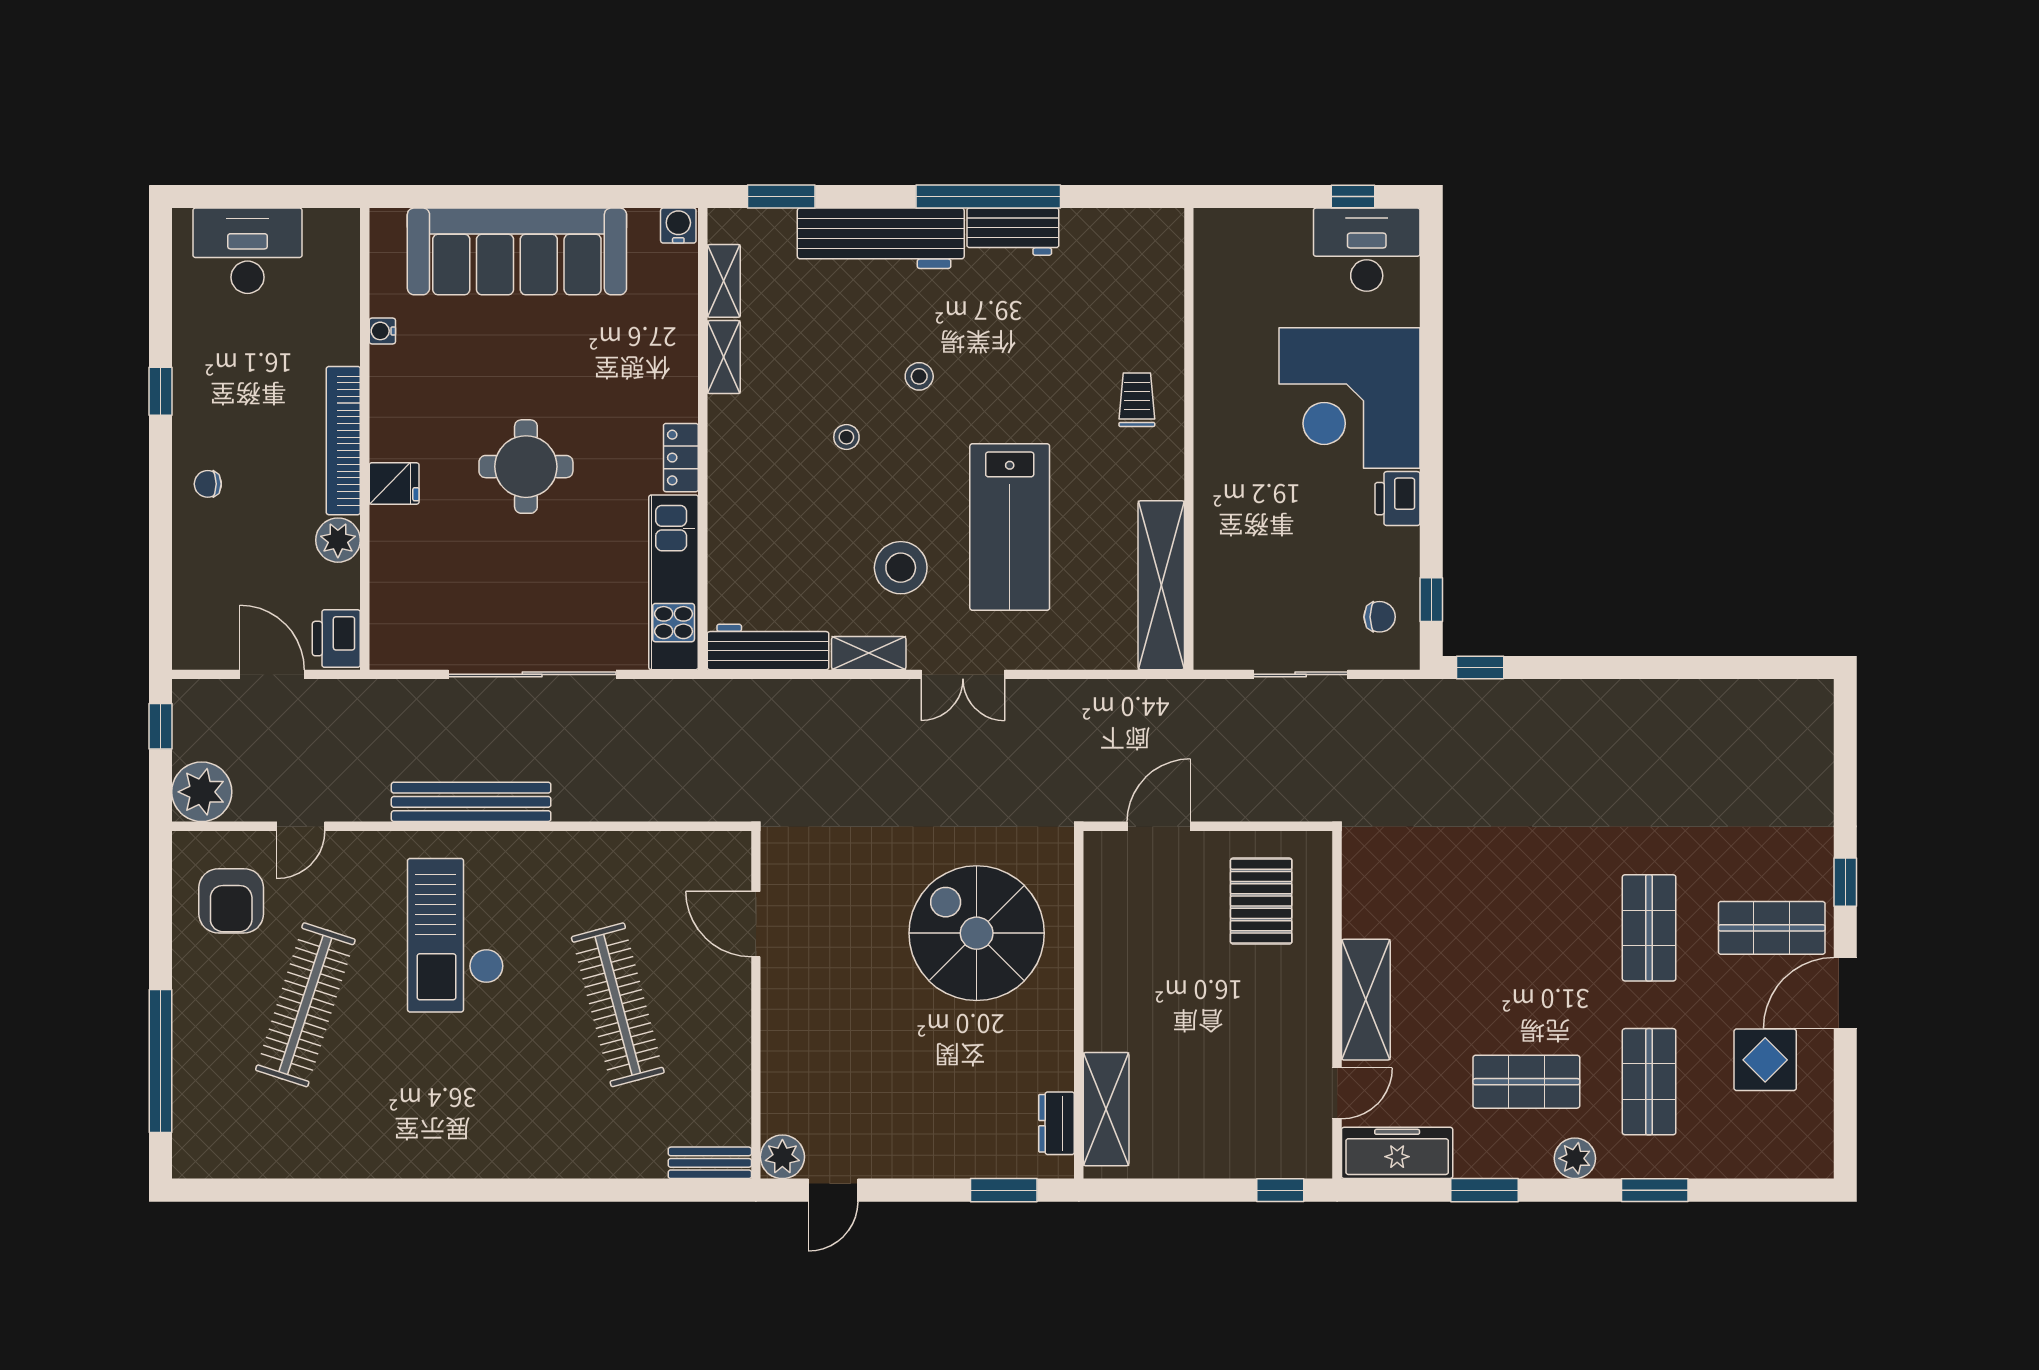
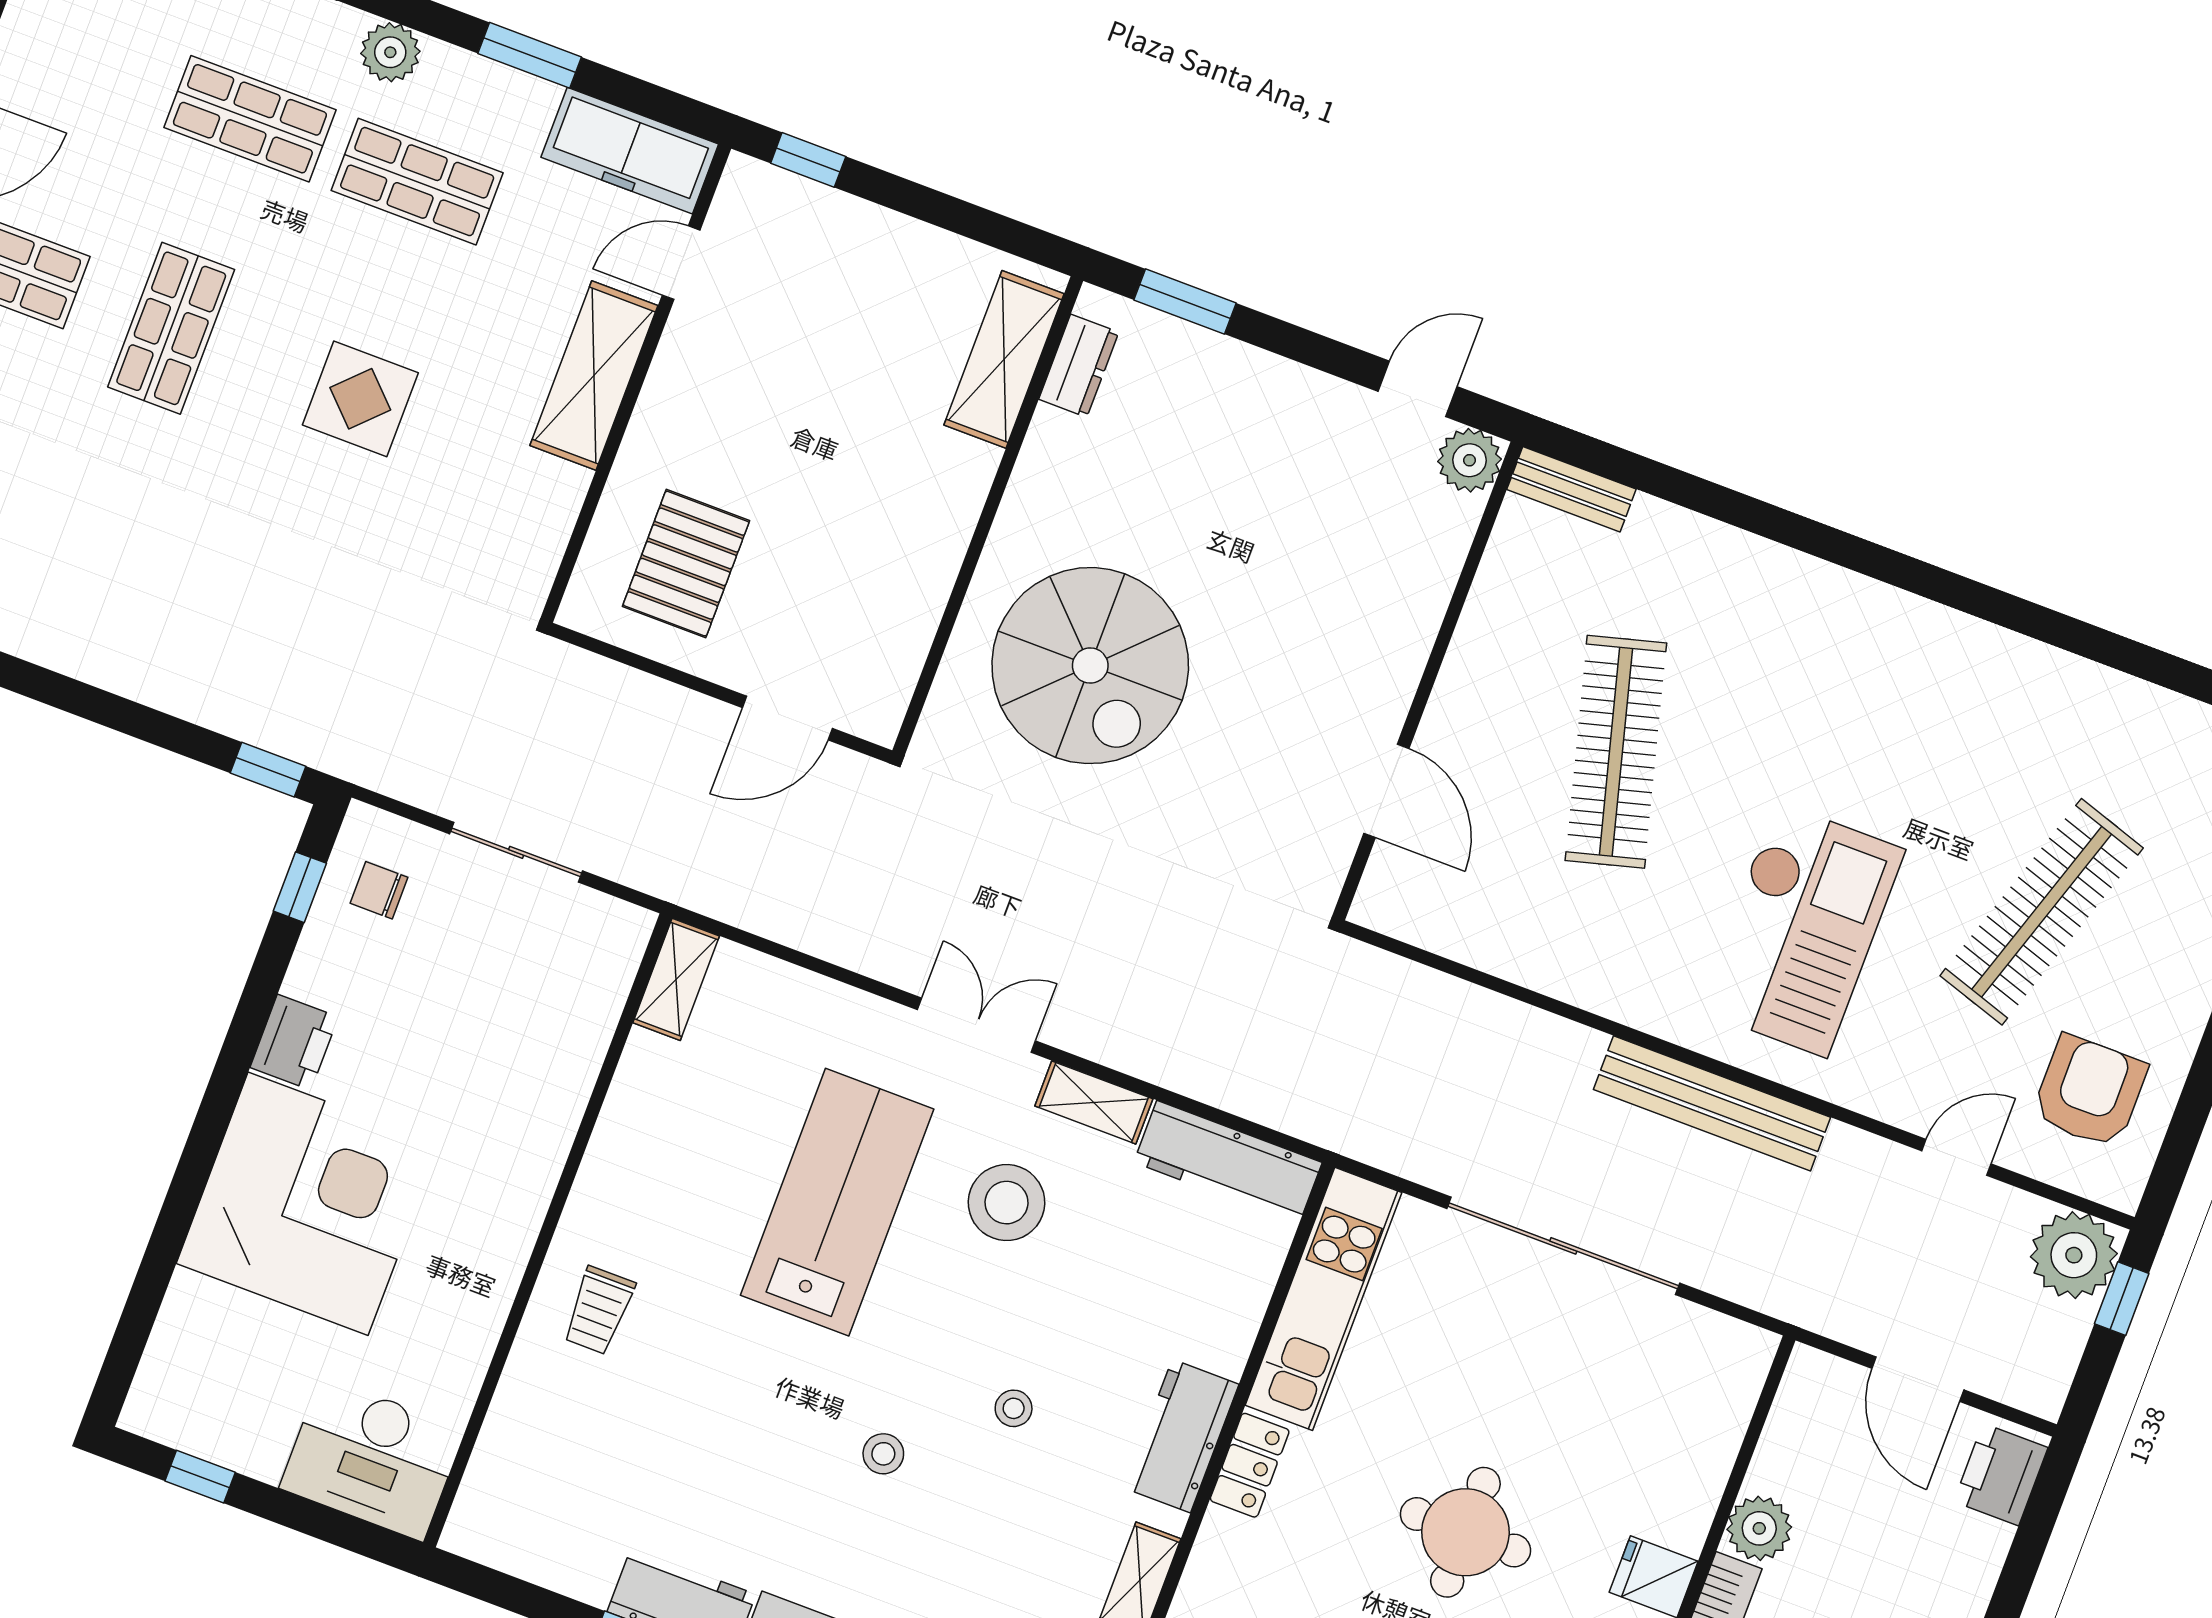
desk: (1367, 250) -> (372, 1459), moved
workbench: (732, 460) -> (1181, 1436), added
shelving: (1161, 585) -> (676, 979), width x0.45, depth x0.75
printer: (336, 639) -> (2001, 1475), moved, turned 180
window: (160, 726) -> (2122, 1299), moved
display table: (1765, 1060) -> (360, 399), moved
shop shelf: (1649, 1082) -> (250, 119), turned 90

